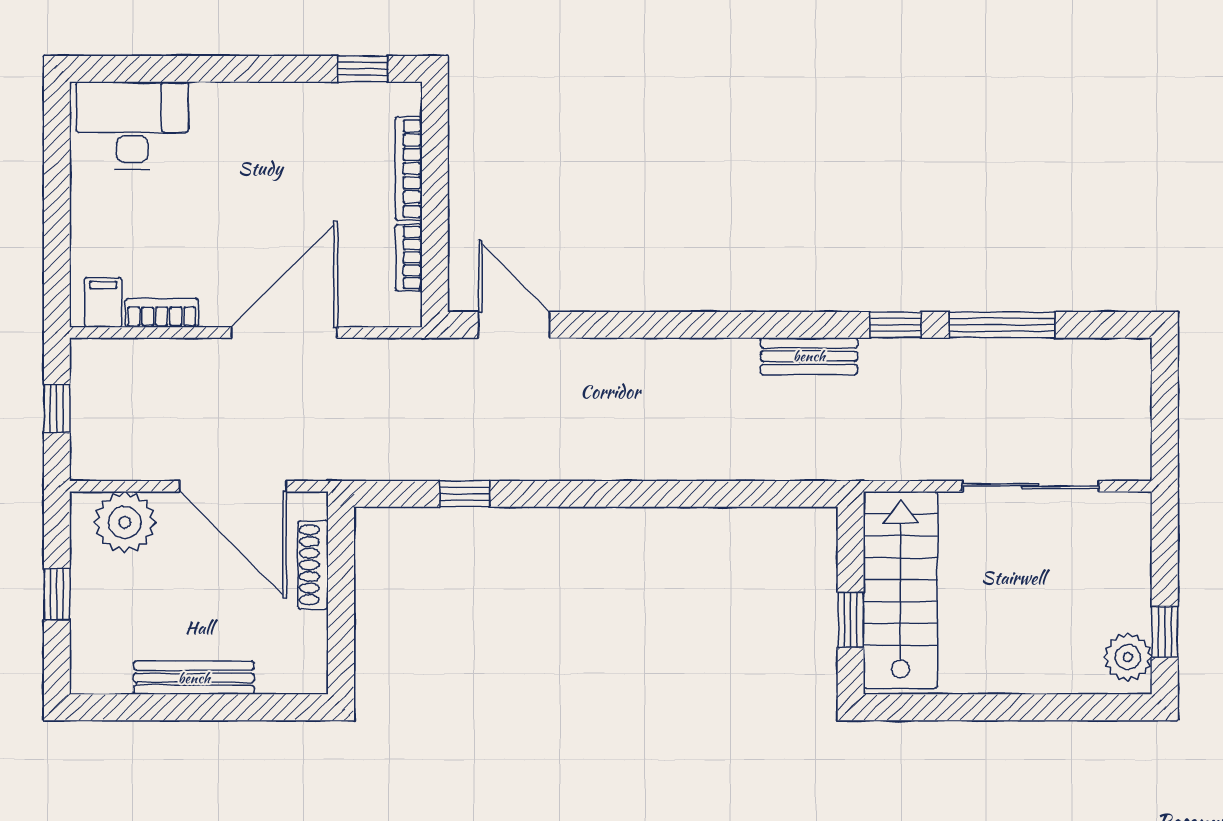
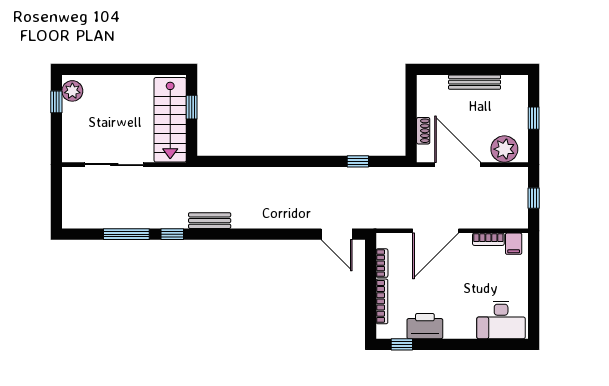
printer: (309, 111) -> (425, 326), added
shoe rack: (313, 565) -> (423, 131), width x0.70

